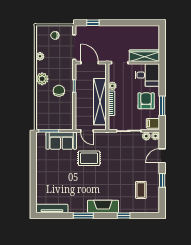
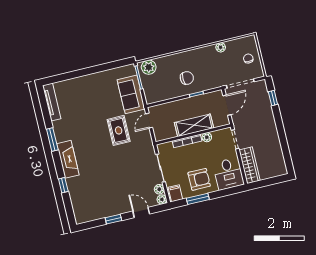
plant: (42, 79) -> (149, 67), moved
shelving: (100, 102) -> (194, 125), width x0.68
coffee table: (141, 190) -> (97, 198), removed

